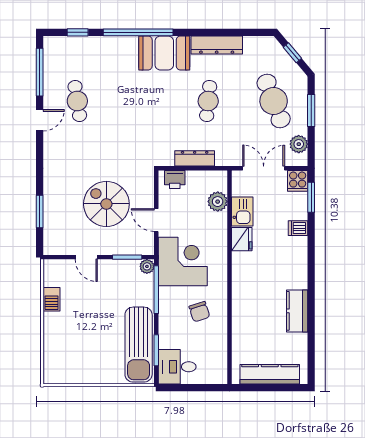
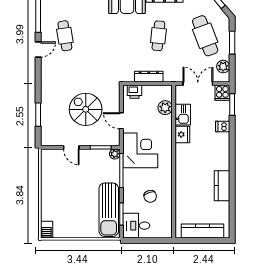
barbecue: (52, 299) -> (47, 230), moved
chair: (199, 312) -> (150, 196), moved

